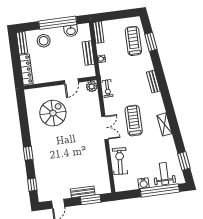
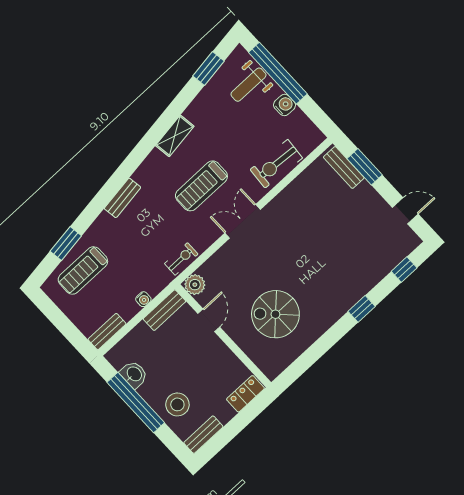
bench: (88, 53) -> (164, 310), moved
locker: (26, 69) -> (245, 394), width x0.66
door: (71, 81) -> (209, 320), hinge flipped
bench: (83, 192) -> (344, 167), moved

